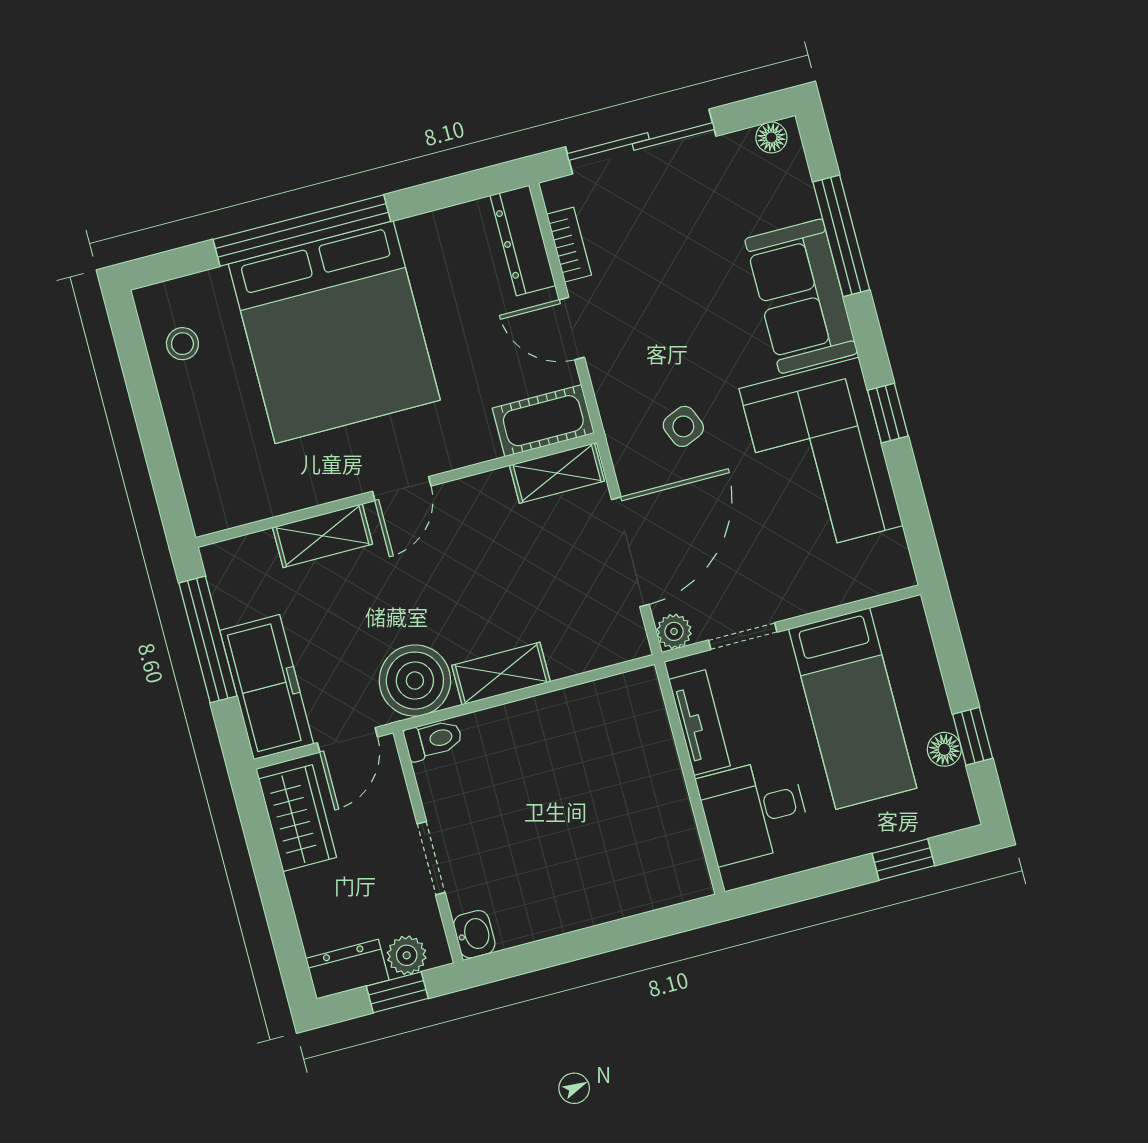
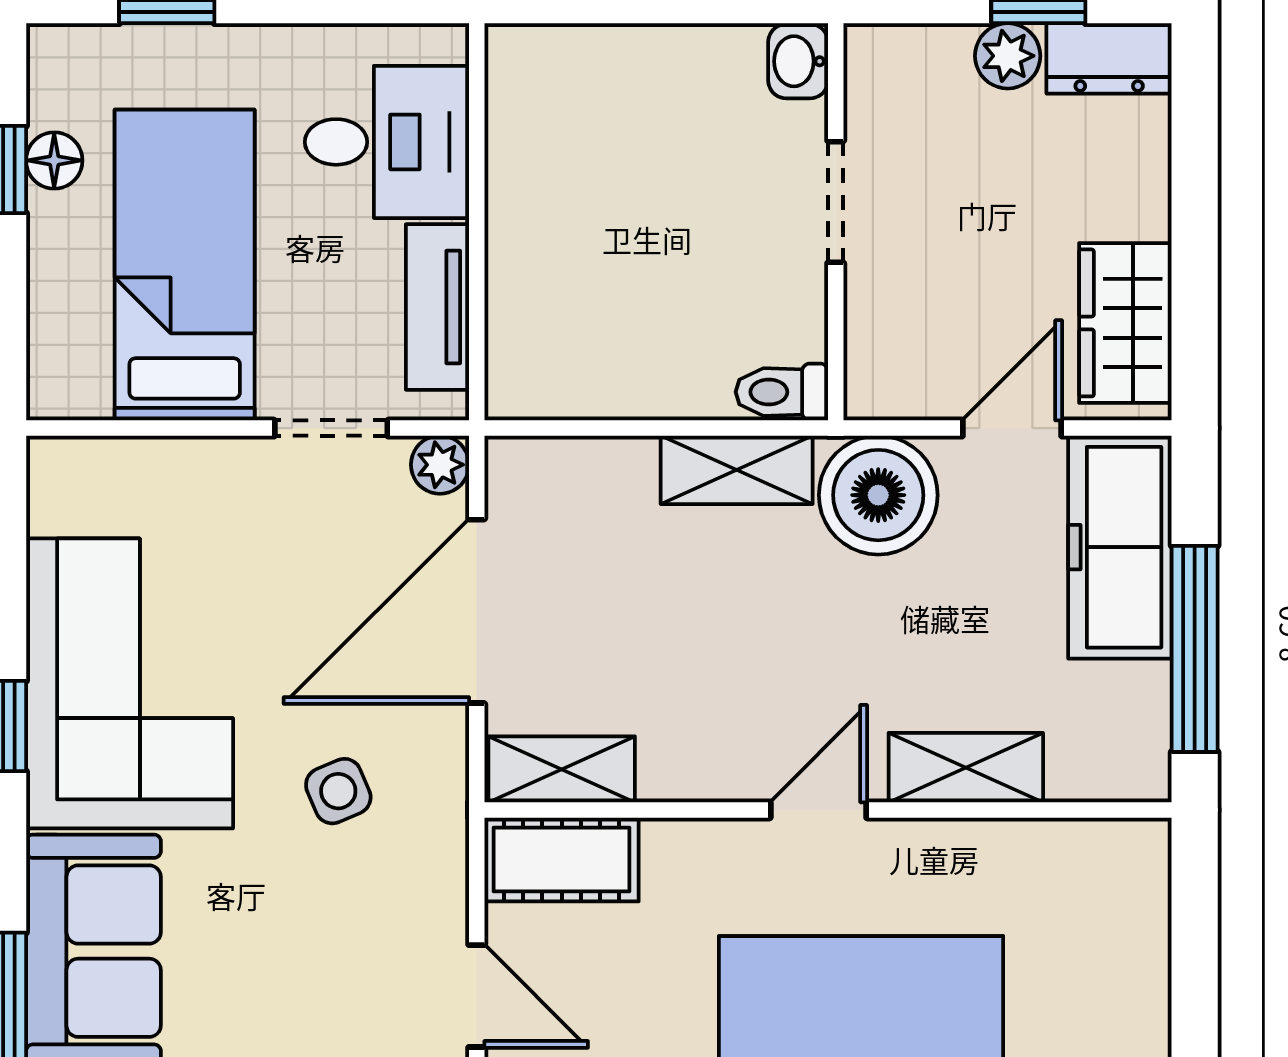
toilet: (433, 740) -> (782, 392), moved
wall: (428, 847) -> (836, 222), moved
doorway: (431, 858) -> (836, 202), moved
washbasin: (474, 934) -> (798, 61), moved

